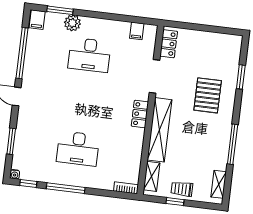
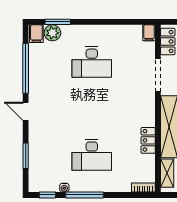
plant: (72, 23) -> (52, 33), moved
filing cabinet: (137, 31) -> (149, 33), moved
locker: (140, 114) -> (148, 140), moved
water cooler: (15, 174) -> (64, 188), moved

